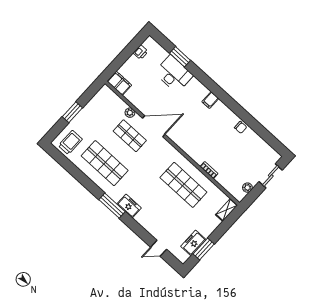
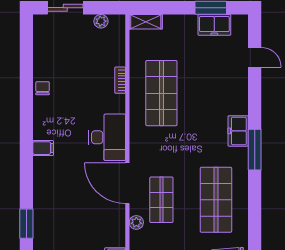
desk: (174, 74) -> (107, 137), moved, turned 180

